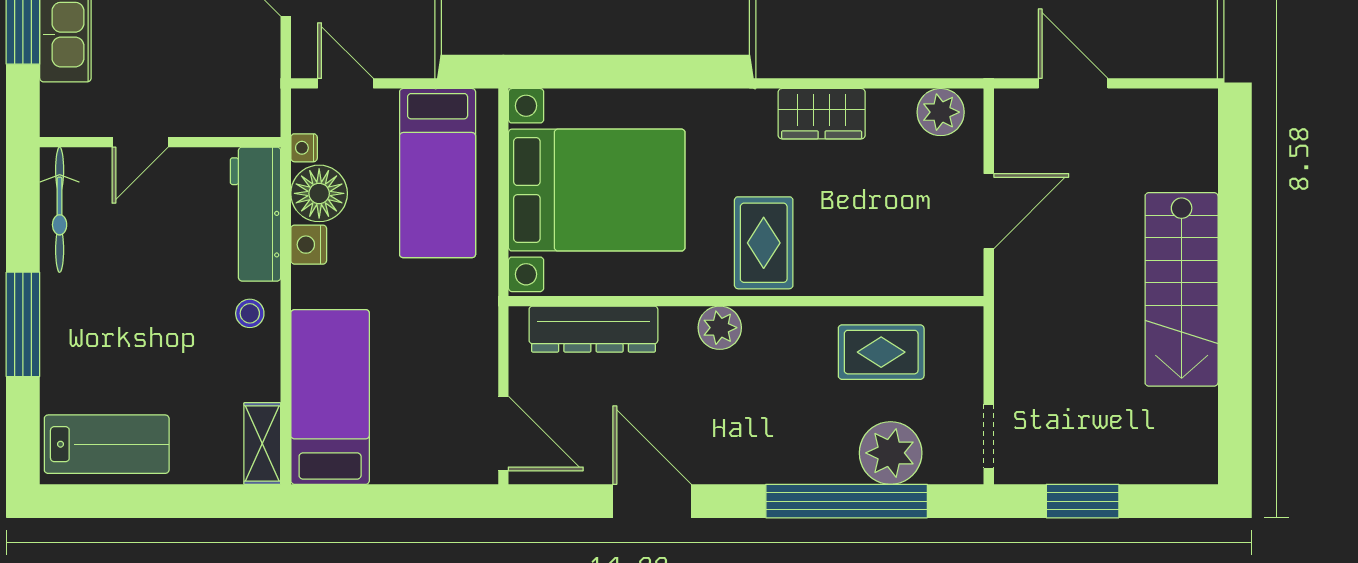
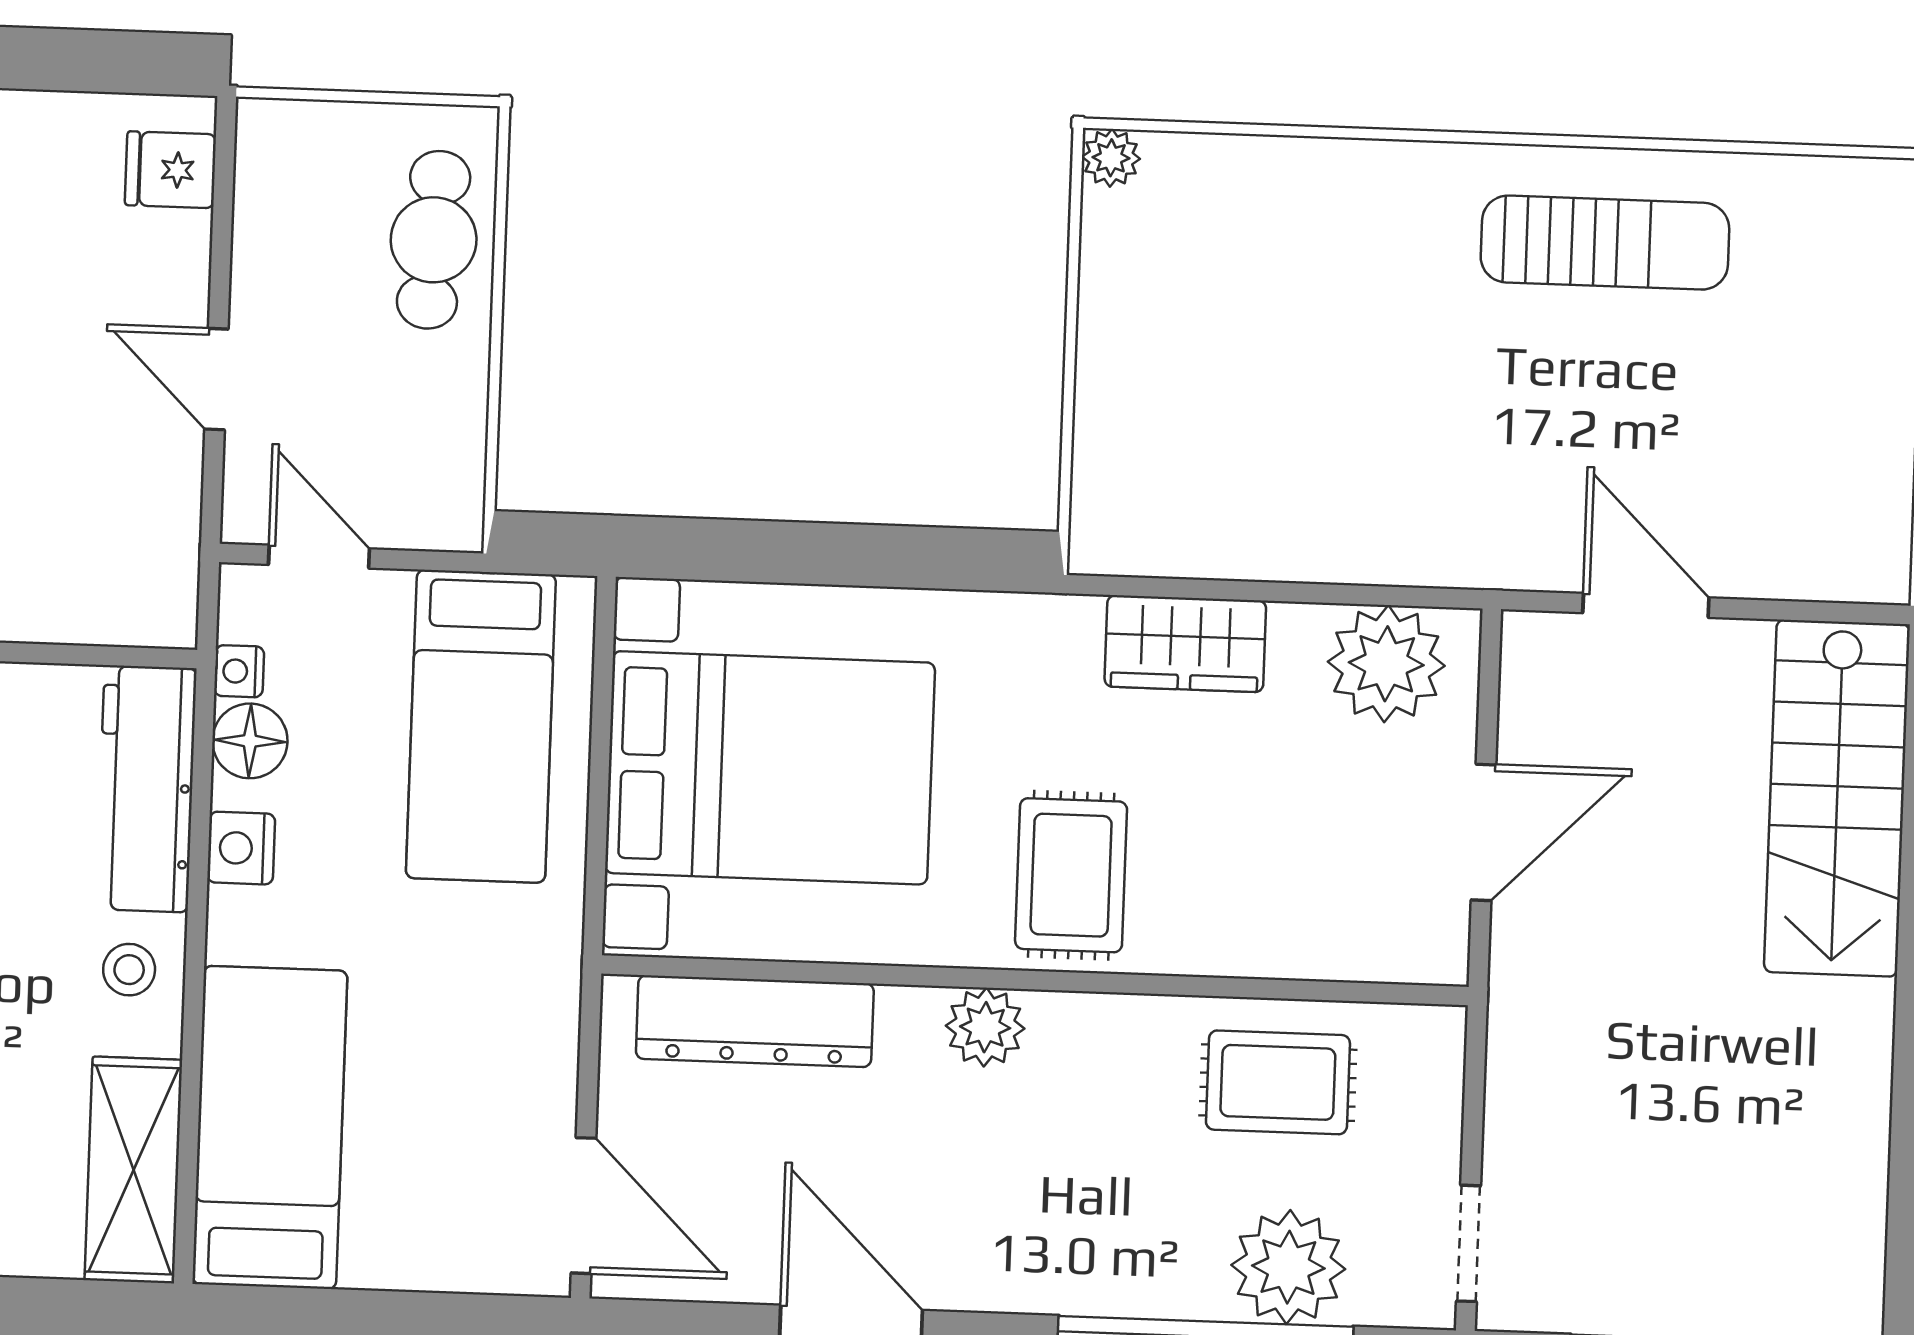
plant: (941, 112) -> (1386, 664), width x1.36, depth x1.36
floor lamp: (319, 193) -> (250, 741), width x0.73, depth x0.73
stairs: (1182, 289) -> (1837, 798), moved
shelving: (262, 443) -> (133, 1170), width x1.50, depth x1.33

